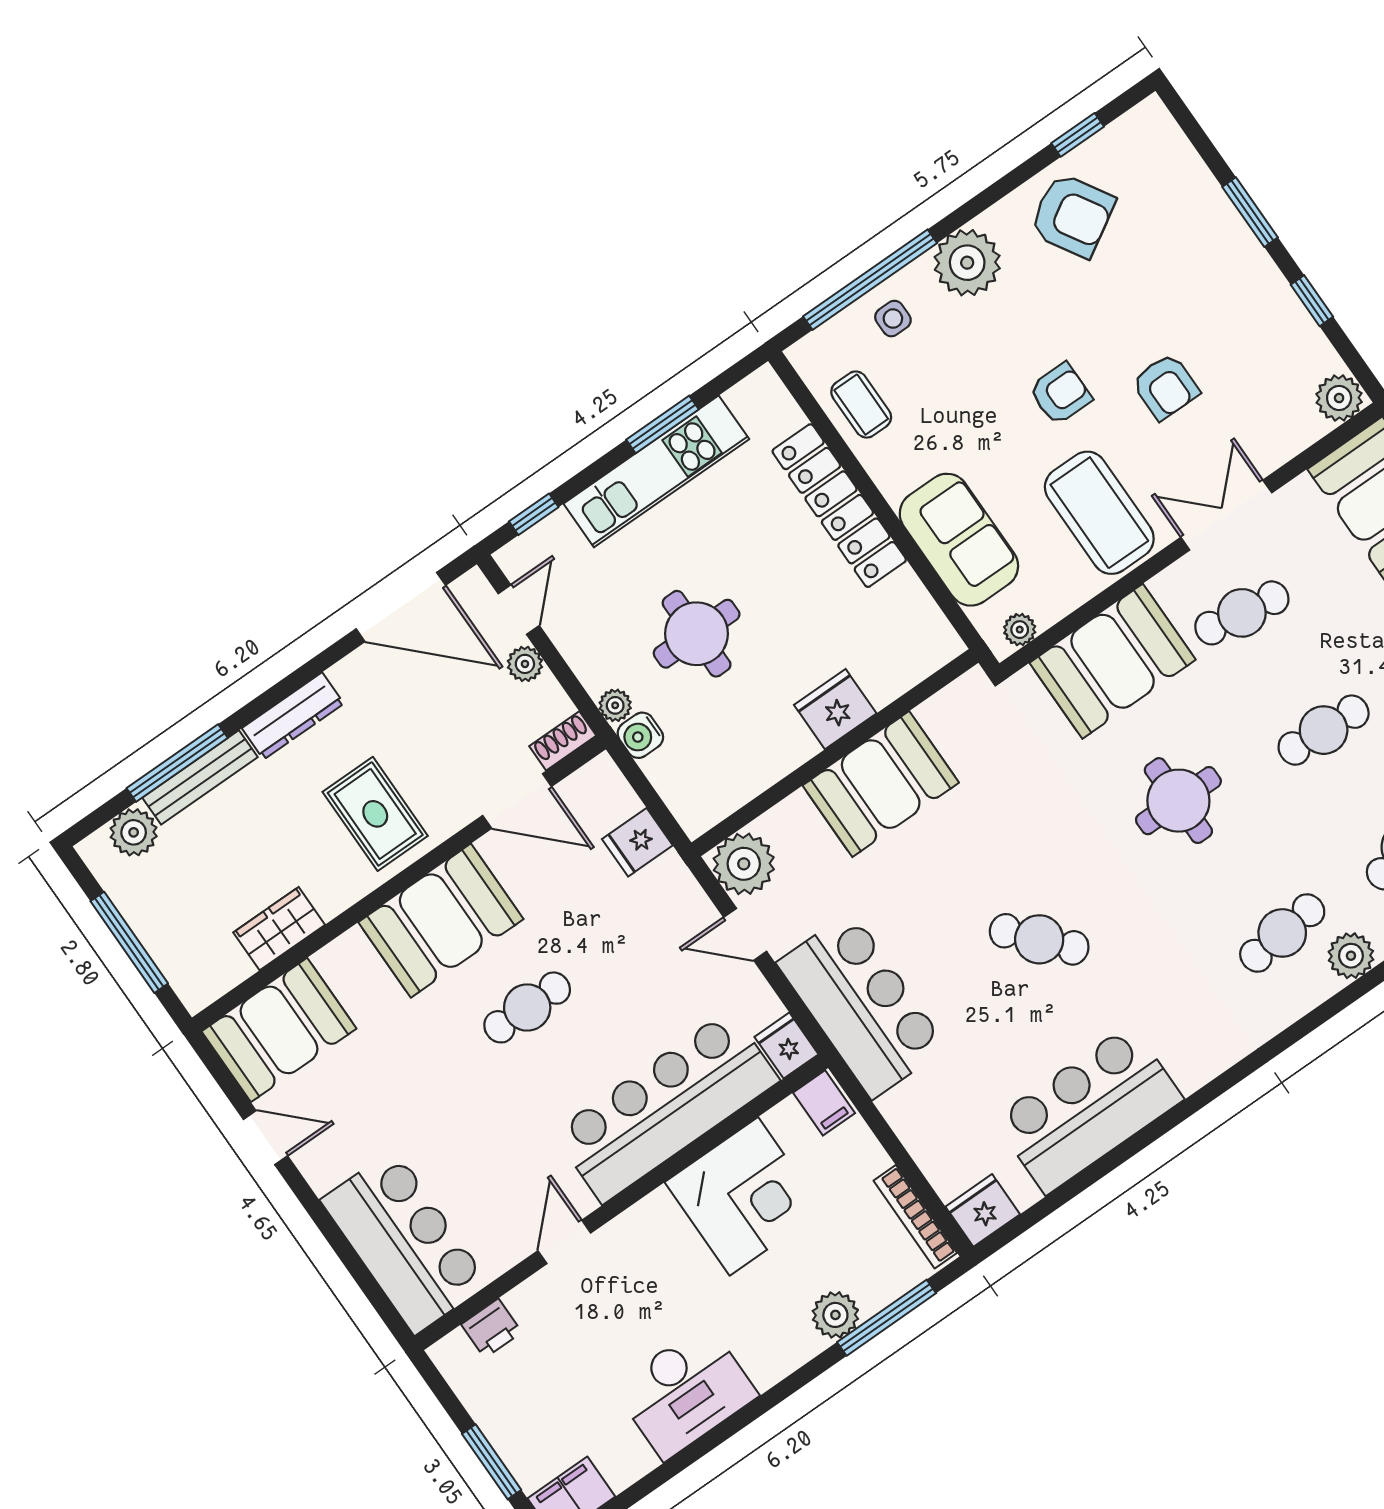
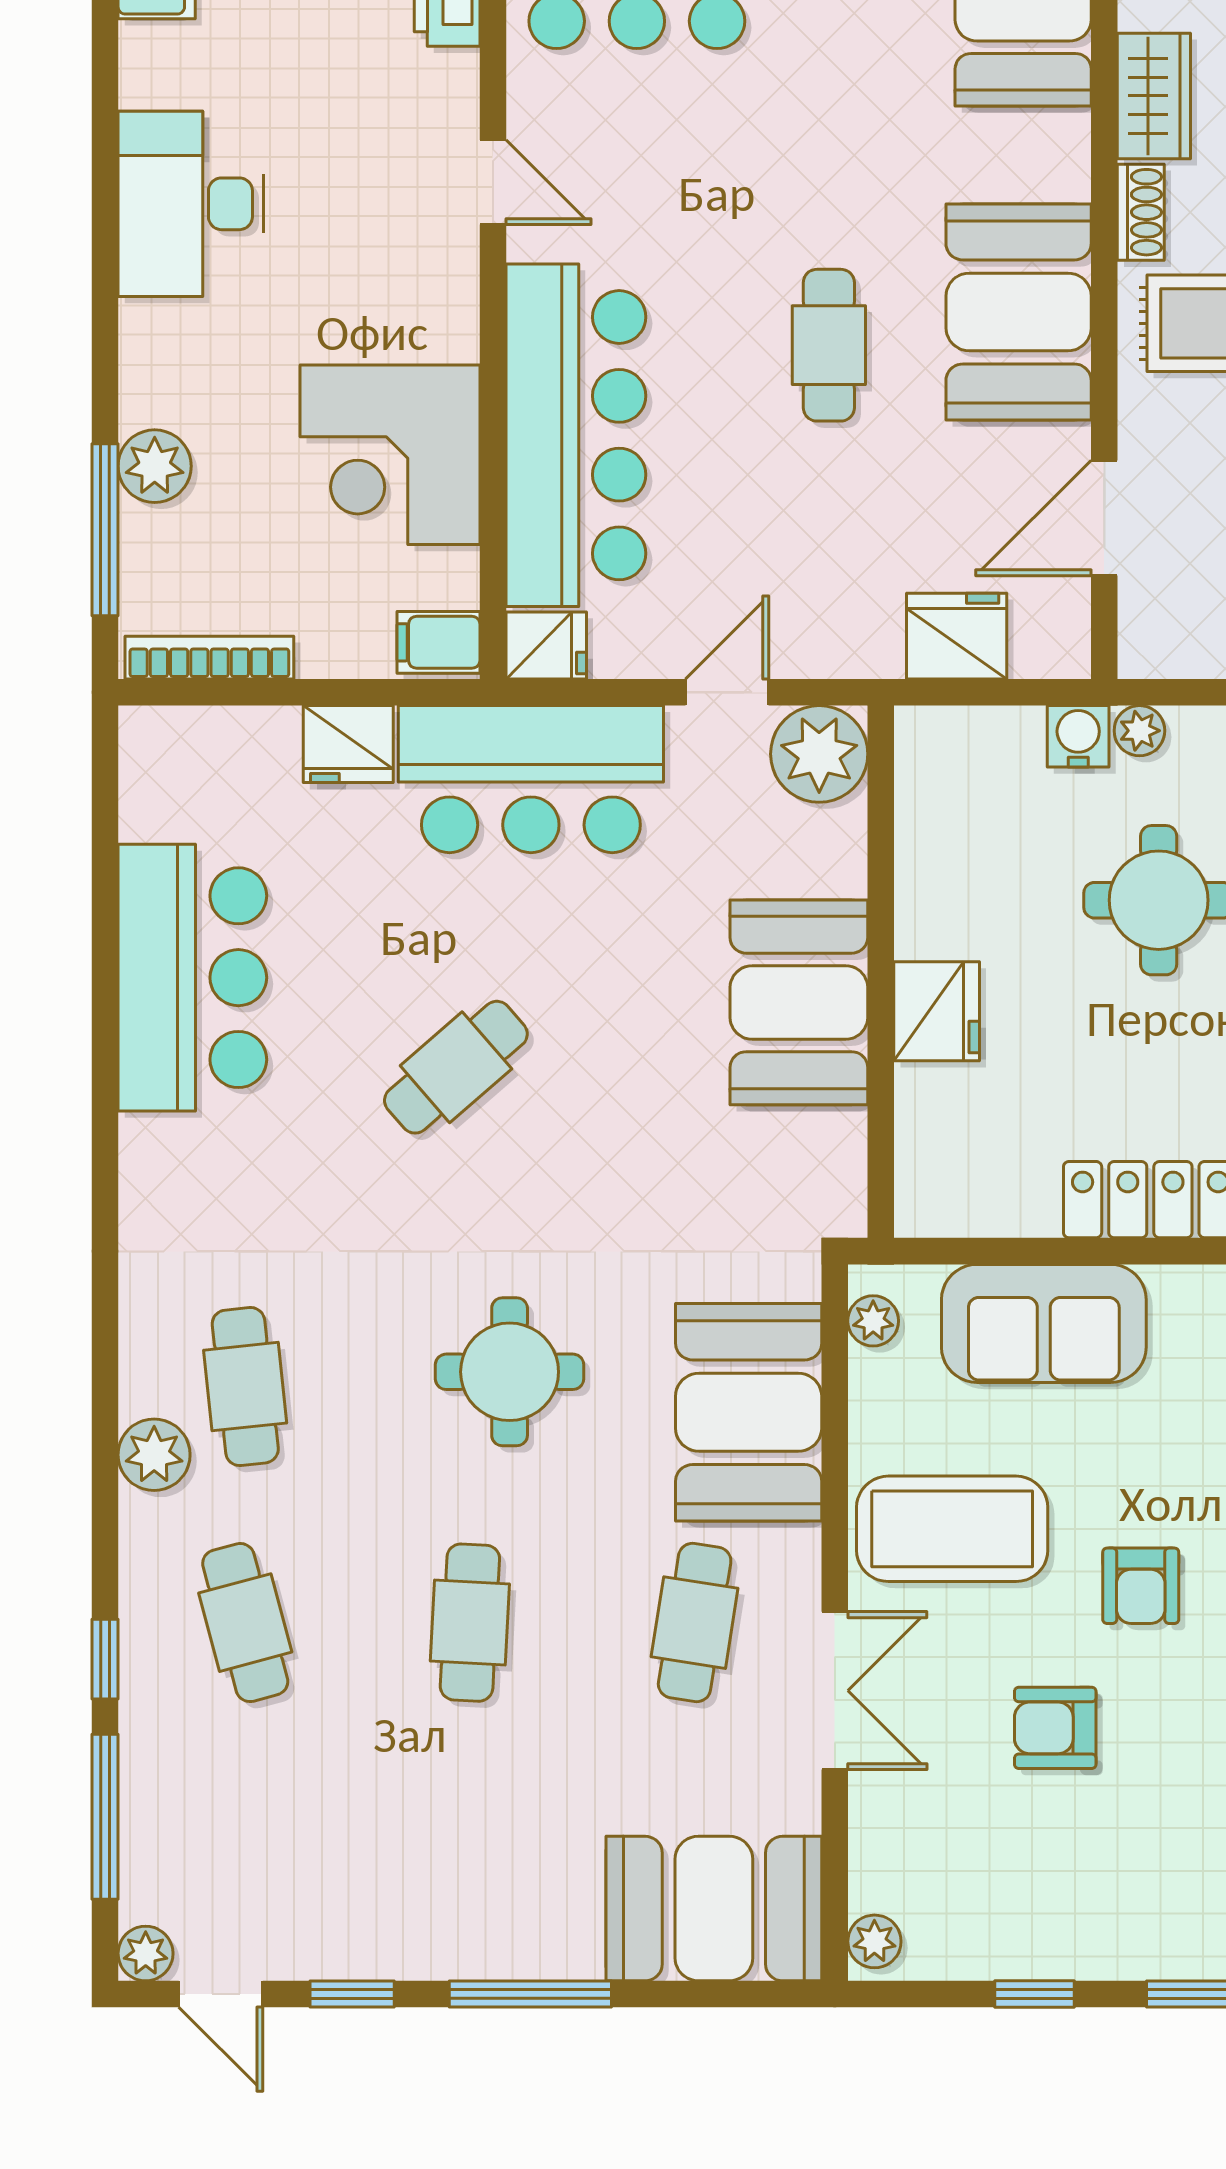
plant: (1339, 398) -> (874, 1941), width x0.73, depth x0.73
shoe rack: (563, 741) -> (1141, 212), moved
fridge: (637, 842) -> (957, 636), width x1.38
fridge: (983, 1210) -> (348, 744), moved, turned 90

